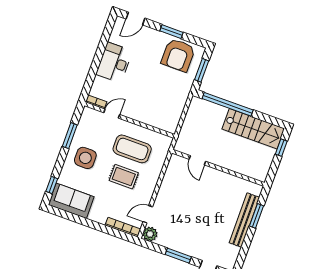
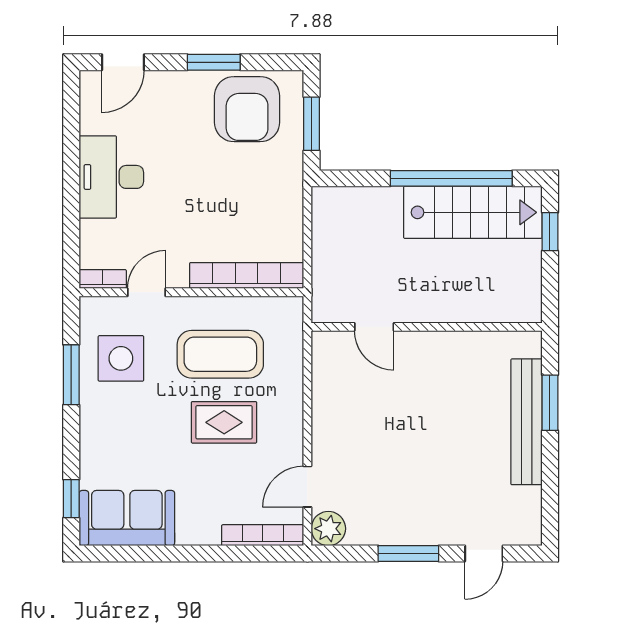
window: (228, 104) -> (451, 178), moved
bookcase: (154, 121) -> (247, 276), added
side table: (85, 158) -> (121, 358), moved

